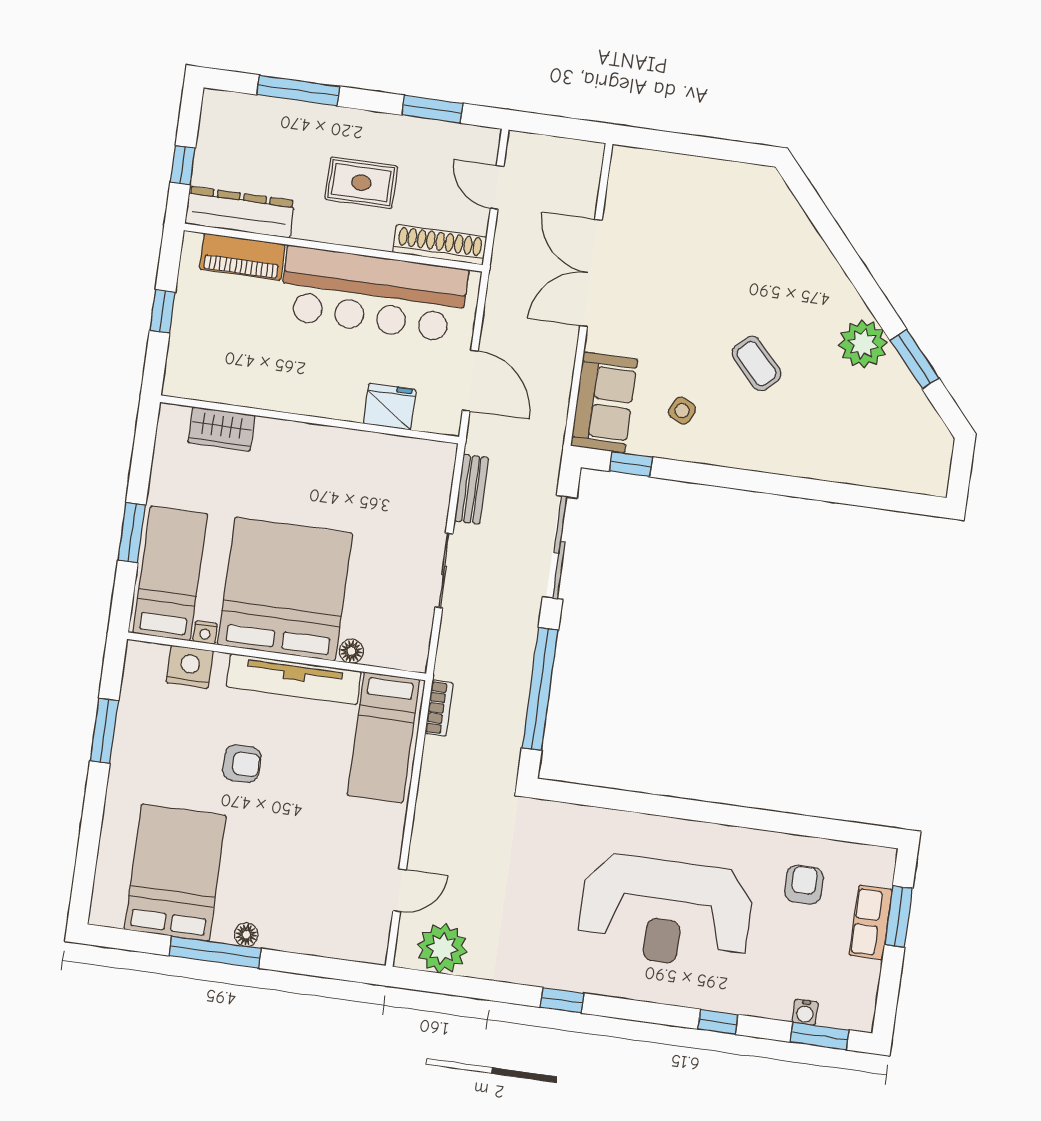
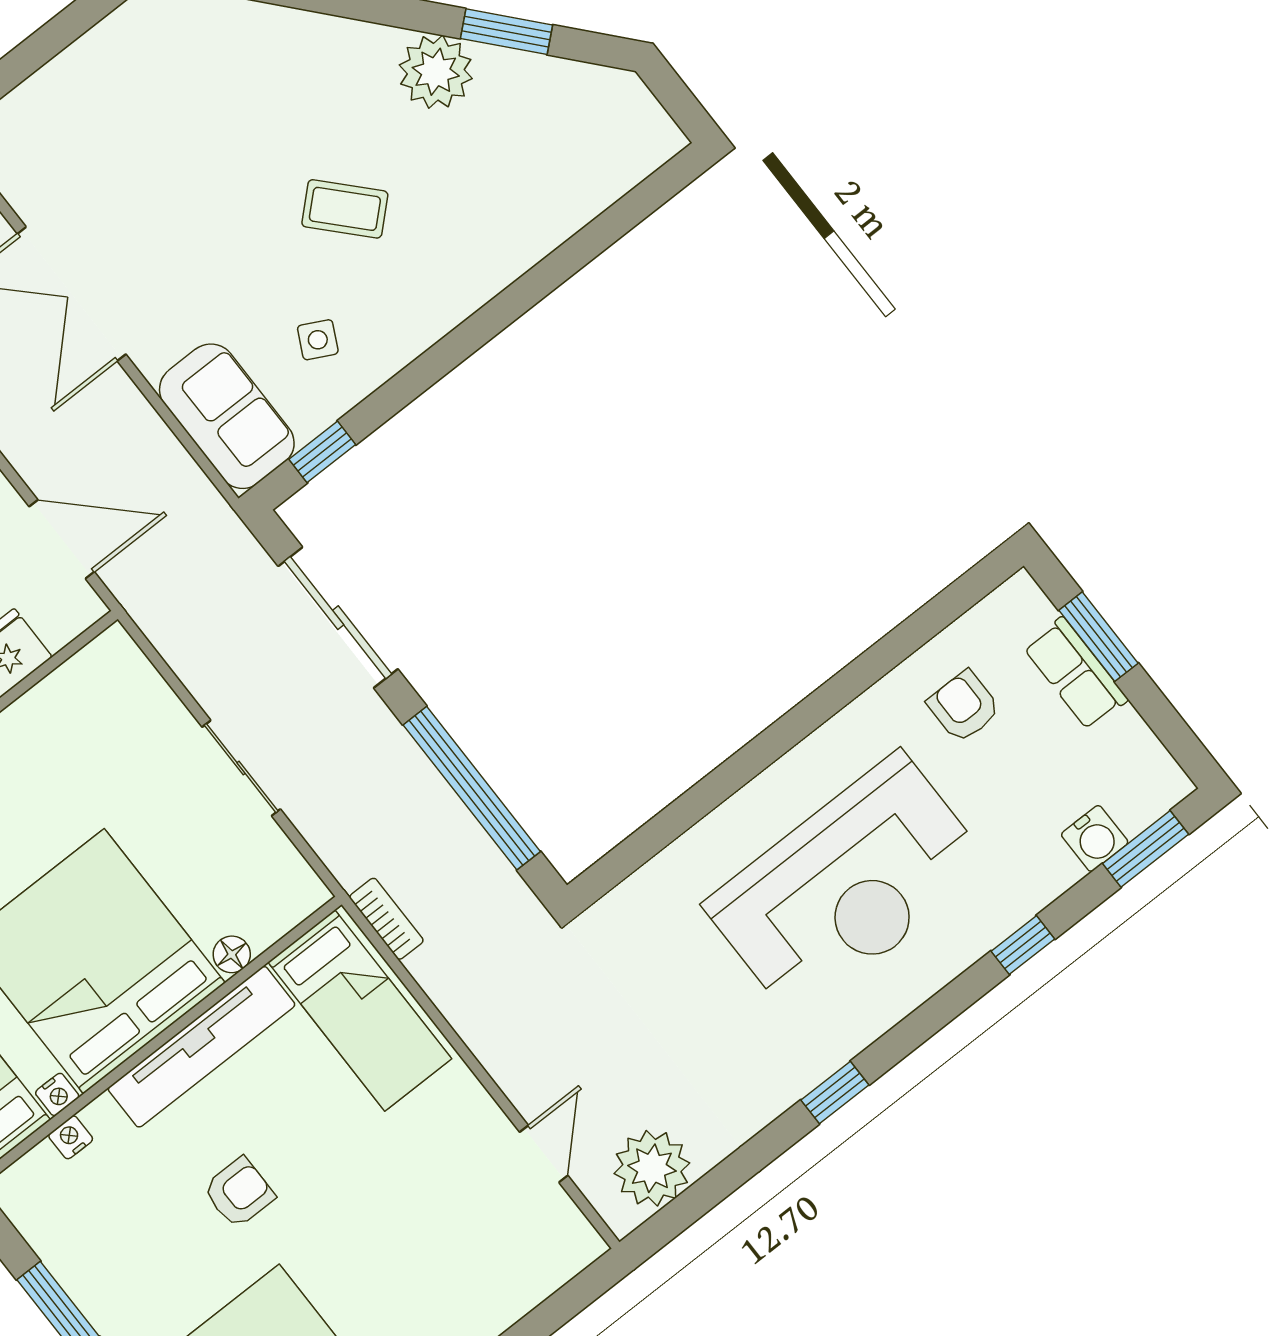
bench: (472, 489) -> (182, 652), removed
nightstand: (190, 667) -> (71, 1137), width x0.53, depth x0.56
water cooler: (805, 1012) -> (1095, 838), width x1.38, depth x1.38

